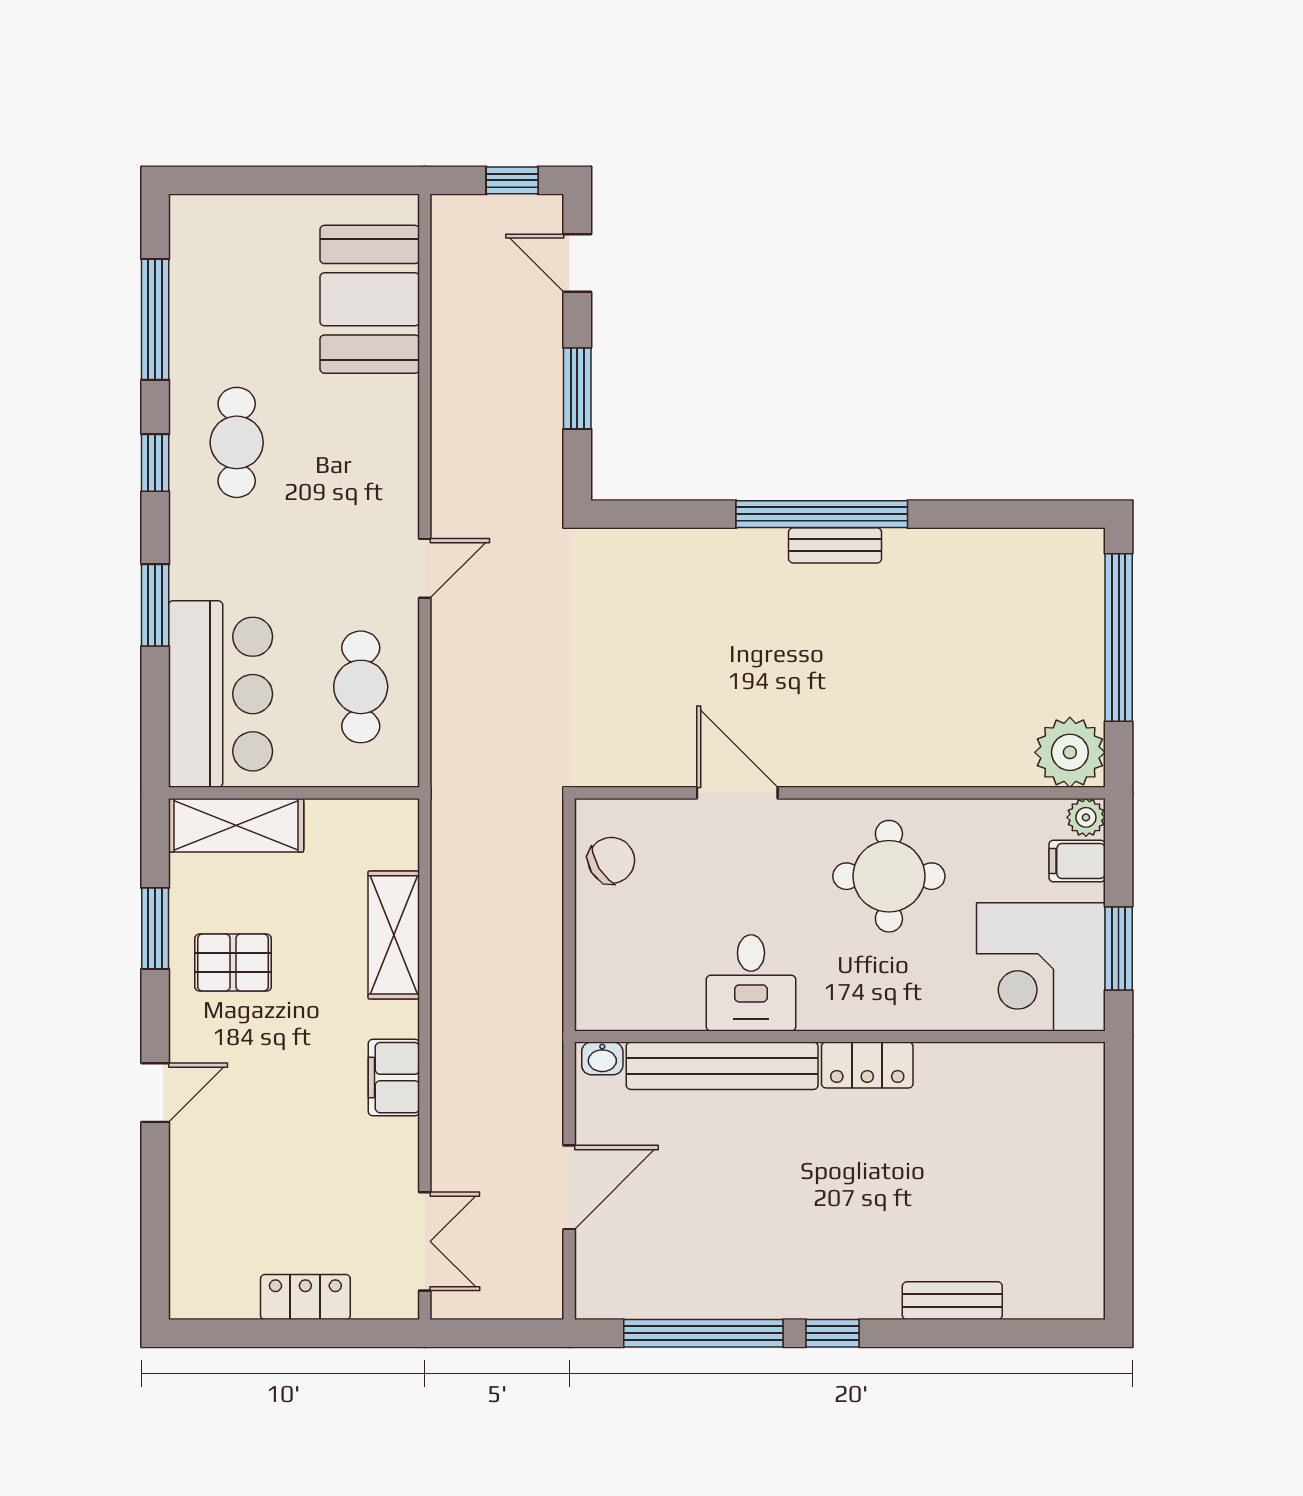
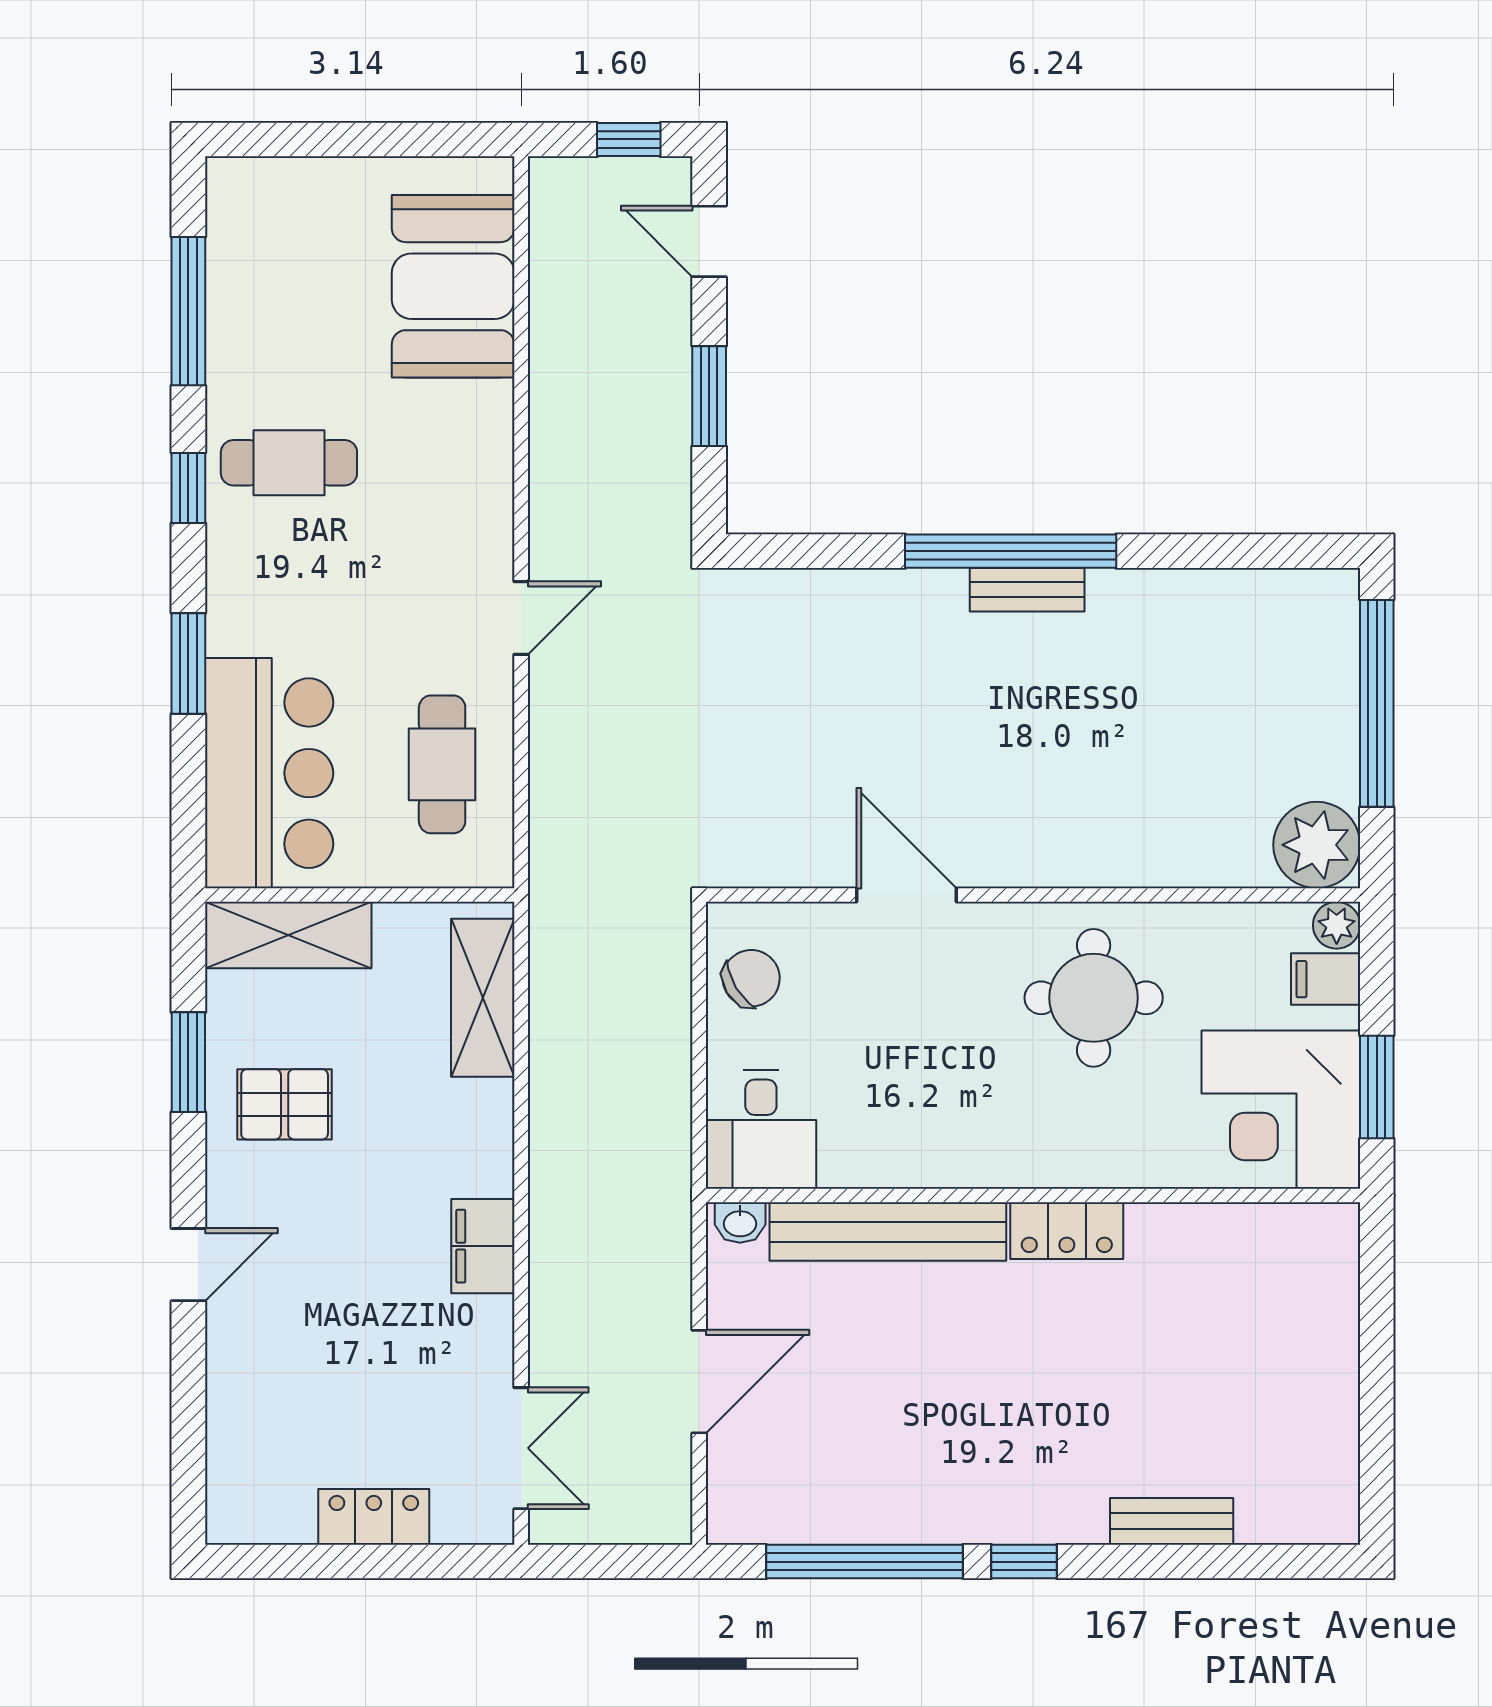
cafe table: (237, 442) -> (289, 463), turned 90
shelving: (394, 935) -> (483, 998), moved
desk: (751, 983) -> (761, 1129), moved

